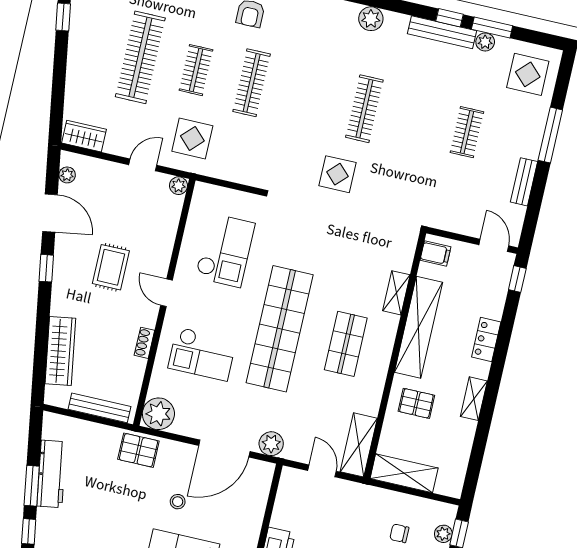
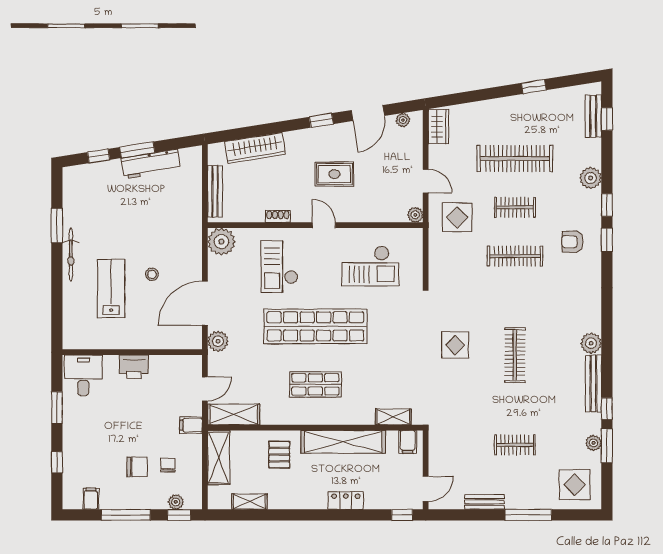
bench: (442, 32) -> (593, 384), moved
clothes rail: (364, 109) -> (515, 355), turned 90
door: (166, 293) -> (324, 225), hinge flipped
shelving: (396, 293) -> (393, 417), moved
shelving: (474, 399) -> (249, 502), moved
door: (224, 449) -> (205, 303), hinge flipped
pallet: (138, 450) -> (187, 232), removed
filing cabinet: (360, 496) -> (191, 425), added

